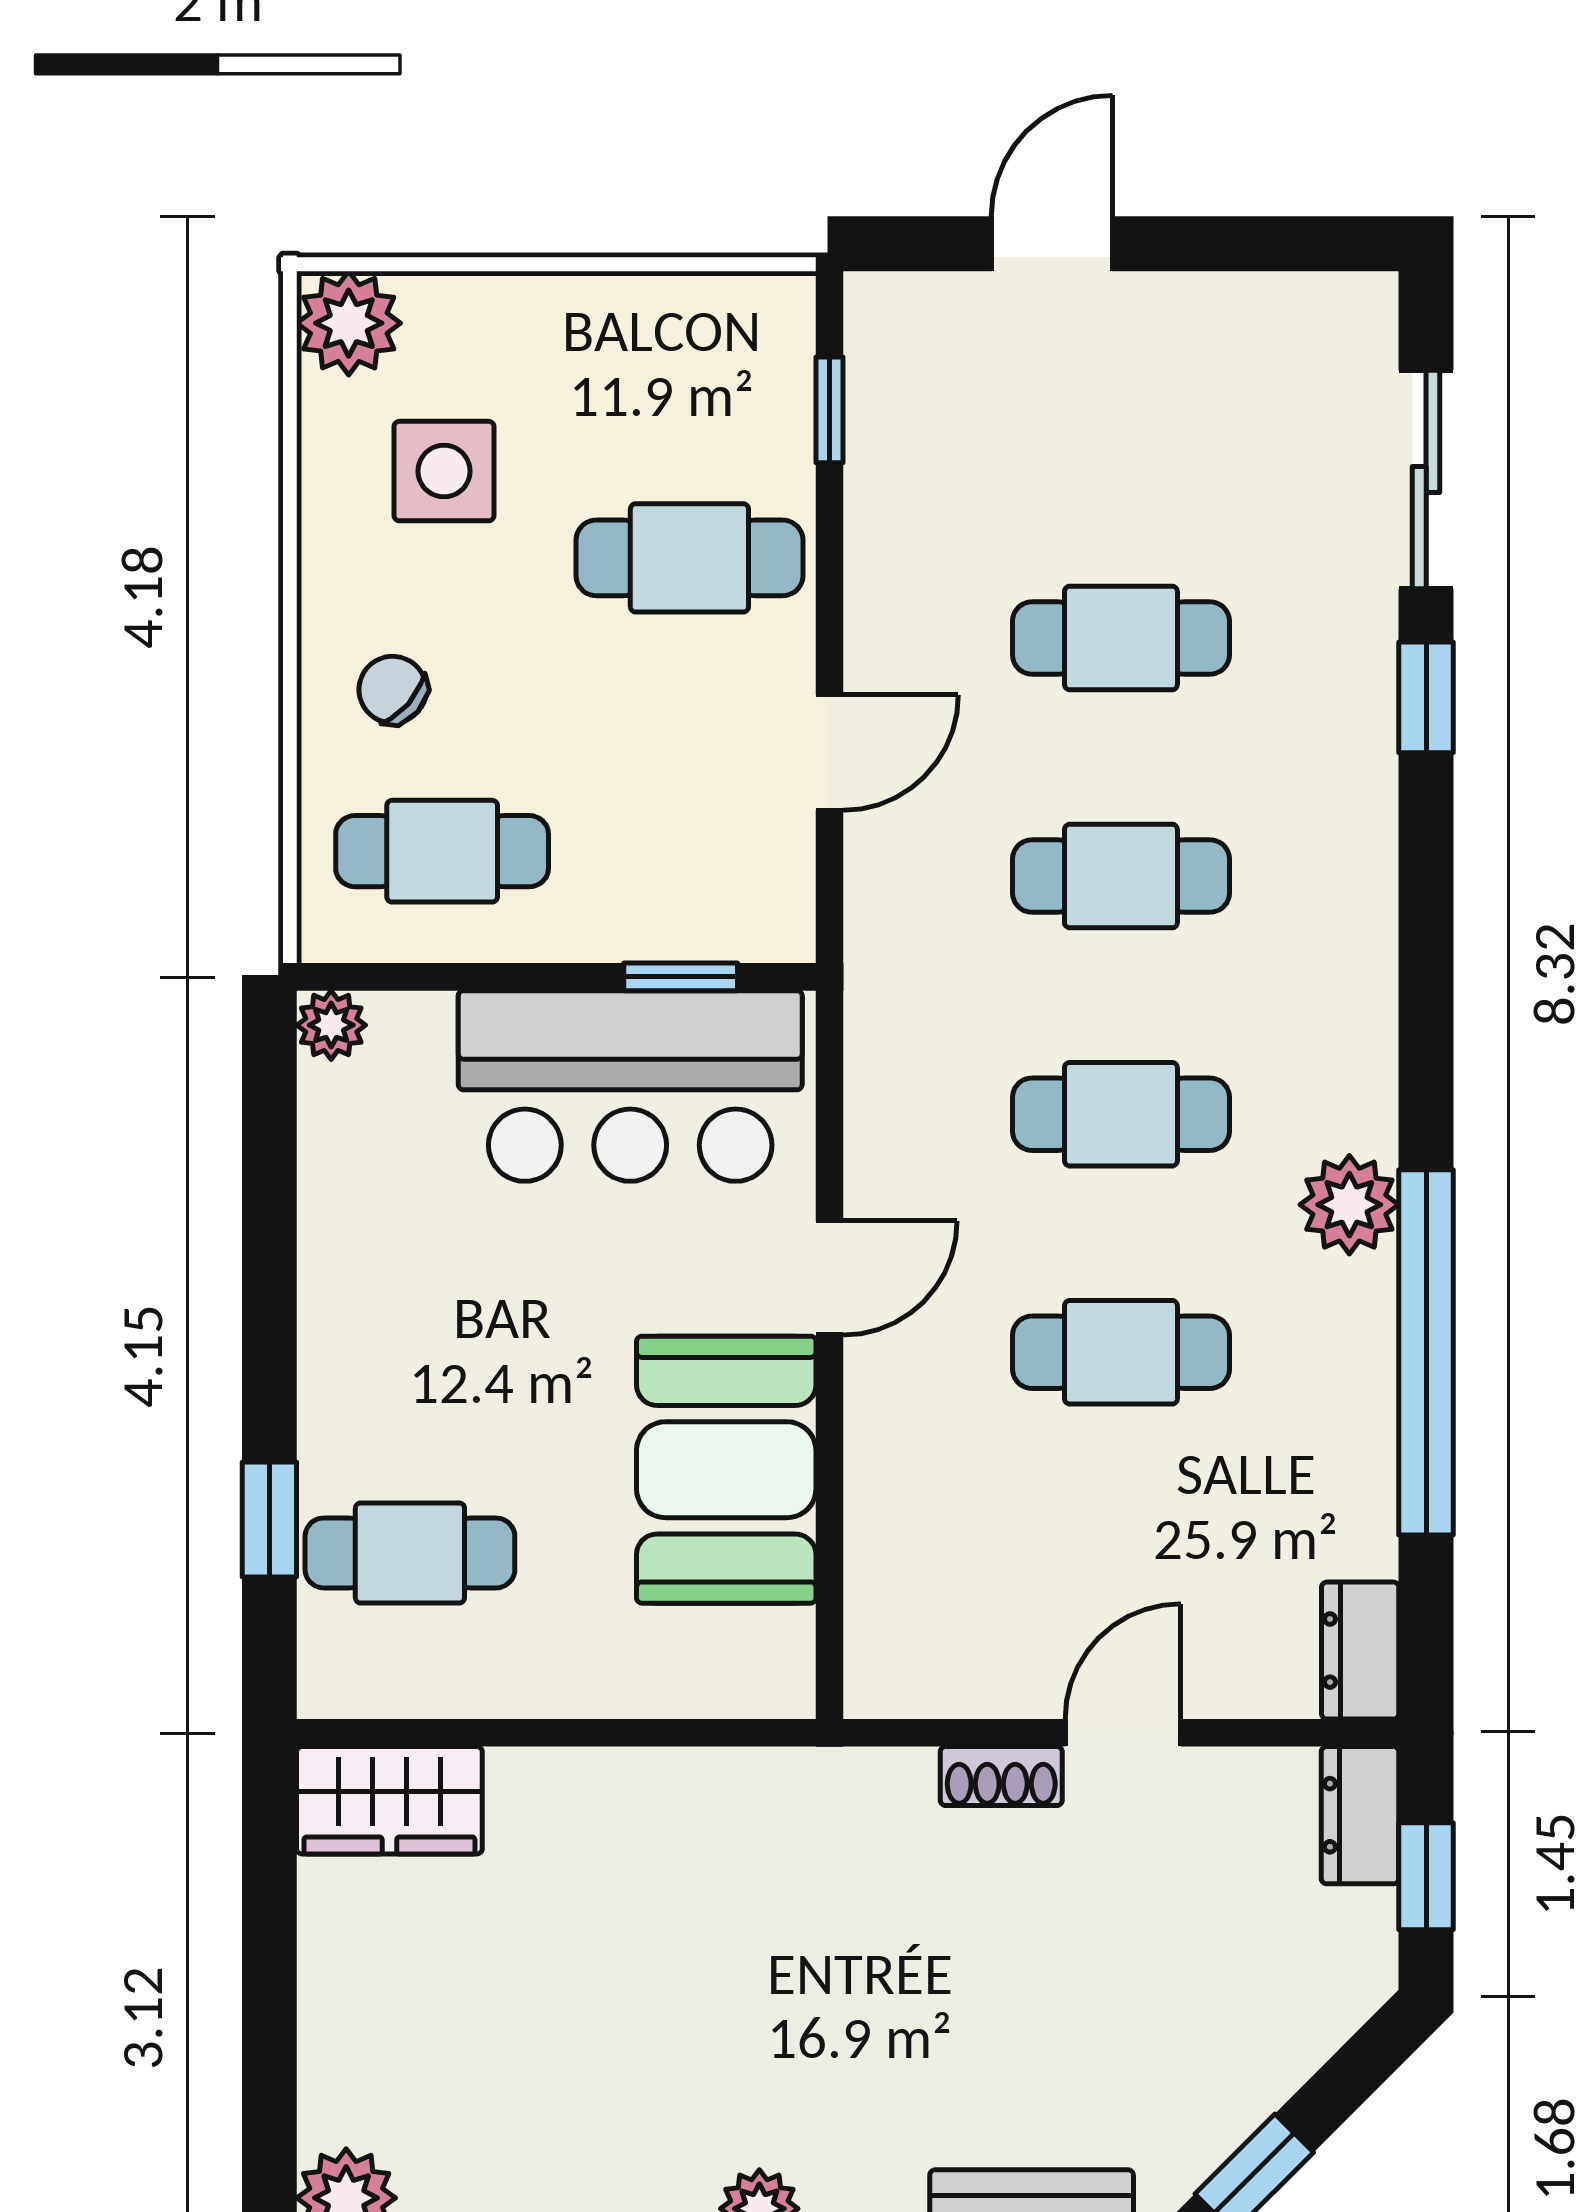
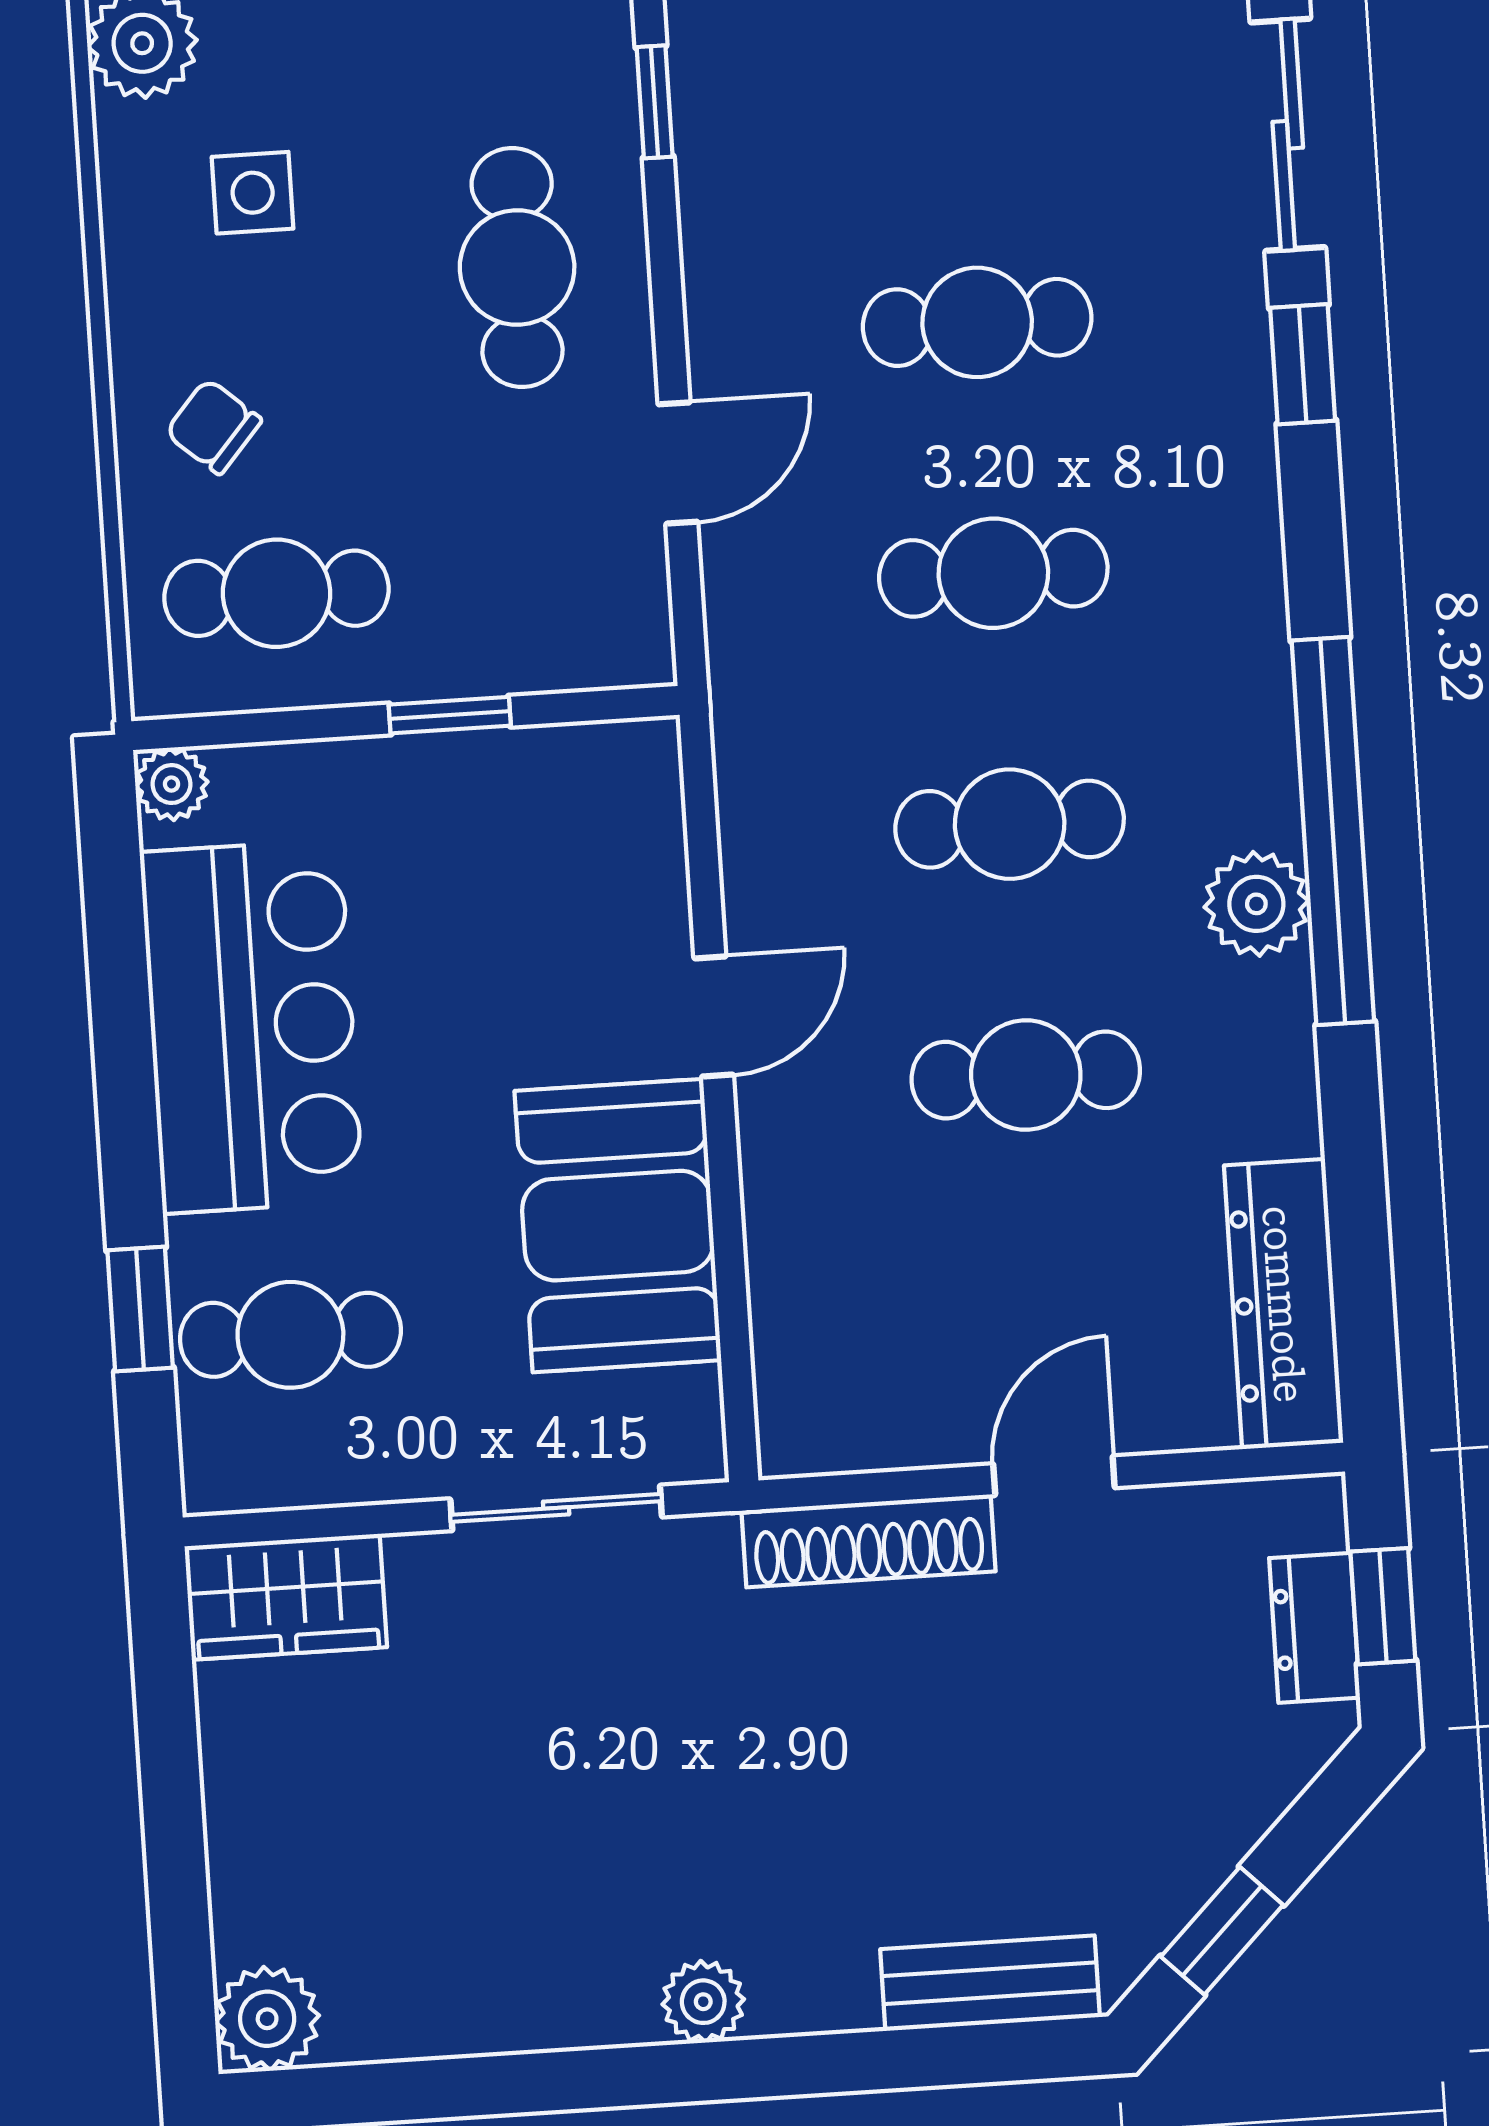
side table: (444, 471) -> (253, 193), width x0.73, depth x0.73
cafe table: (689, 558) -> (517, 267), turned 90
window: (681, 977) -> (450, 715), moved
bar counter: (630, 1086) -> (252, 1027), moved, turned -90
window: (1426, 1352) -> (1333, 831), moved
dresser: (1360, 1651) -> (1284, 1304), width x1.96, depth x1.24
sliding door: (651, 1733) -> (556, 1508), added
shoe rack: (1001, 1776) -> (869, 1541), width x1.94, depth x1.24
dresser: (1360, 1815) -> (1315, 1628), moved

